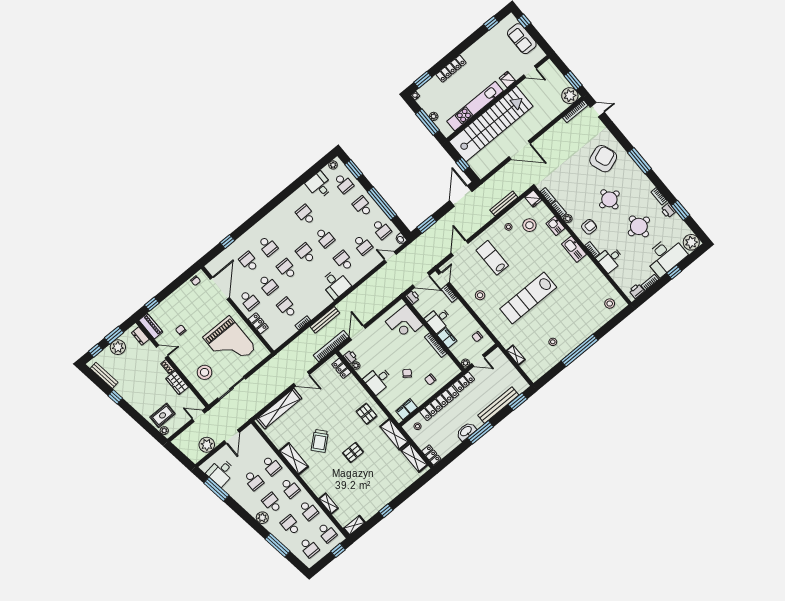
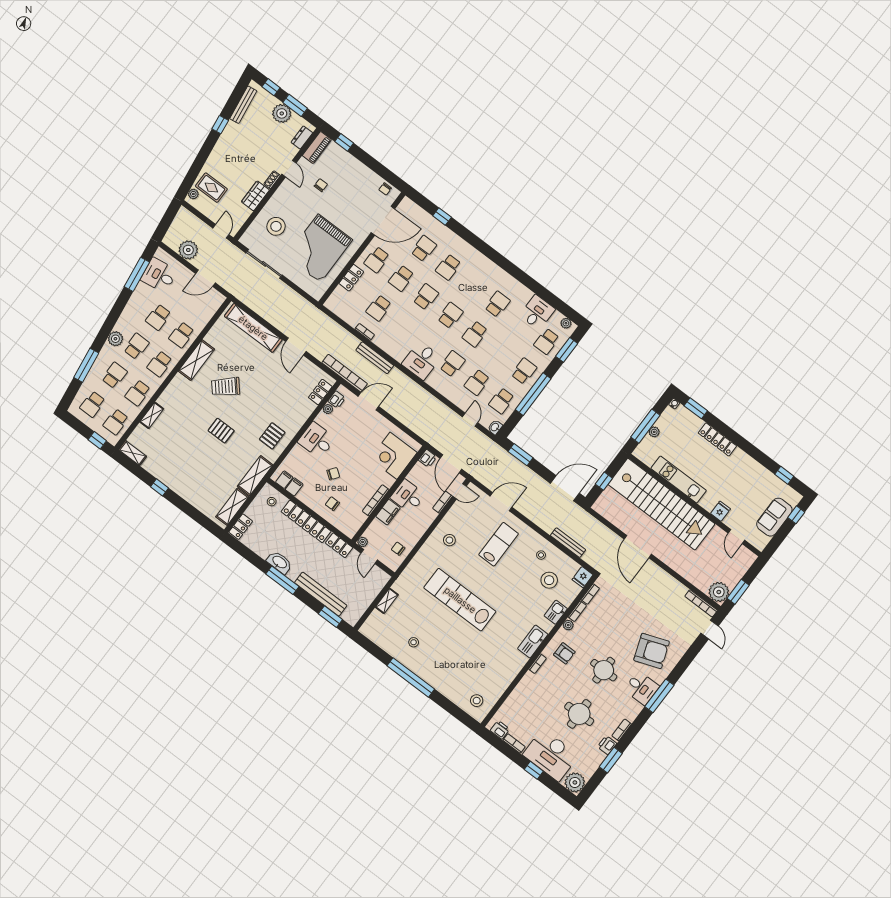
kitchen unit: (475, 106) -> (679, 479), width x0.73
desk: (610, 259) -> (642, 688), moved, turned 180
school desk: (287, 308) -> (379, 308), turned 180

